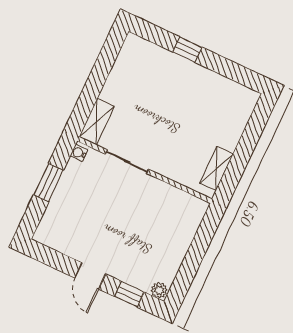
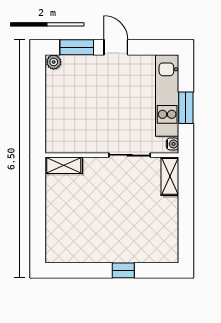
shelving: (216, 169) -> (64, 165), moved, turned 90
kitchen unit: (62, 204) -> (167, 95), added
window: (129, 294) -> (77, 47), width x1.50

